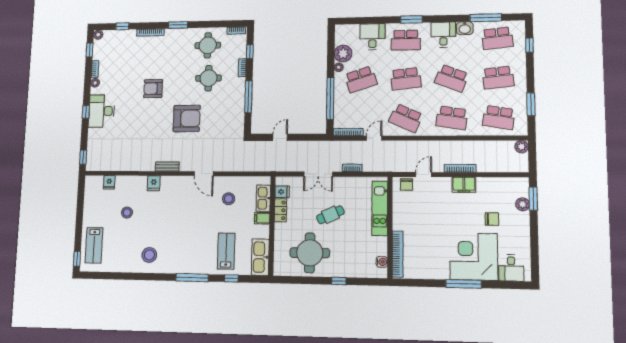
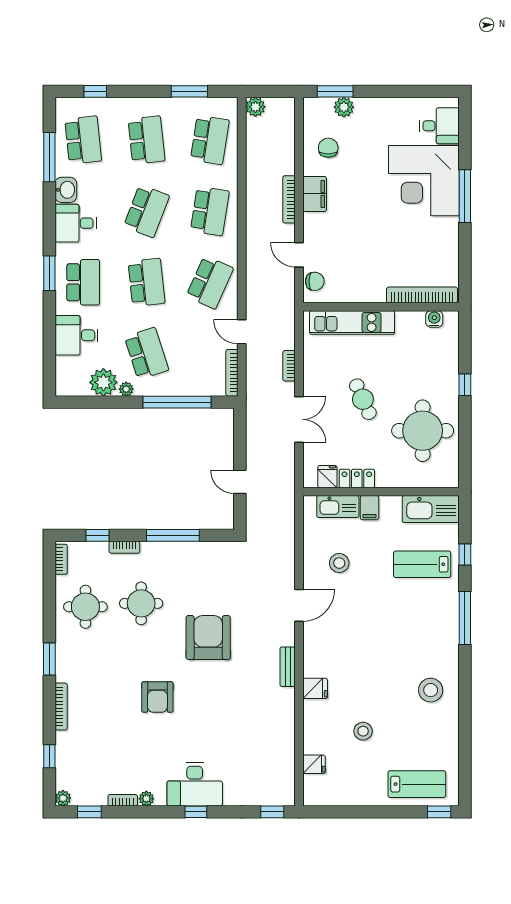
chair: (492, 219) -> (328, 148), moved

